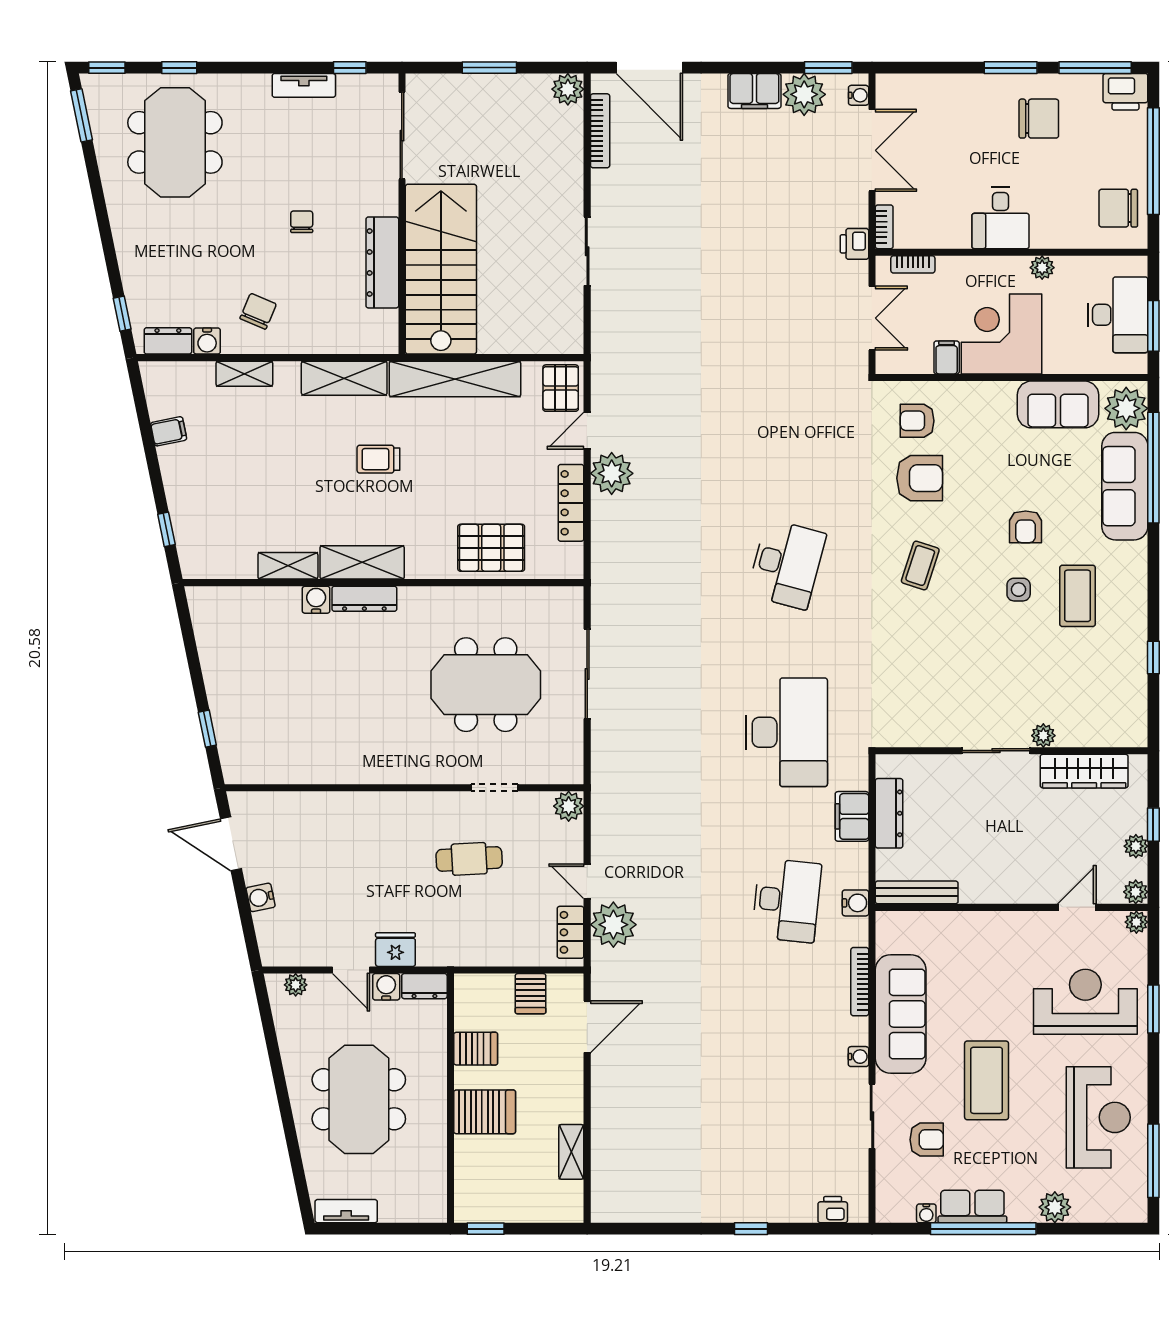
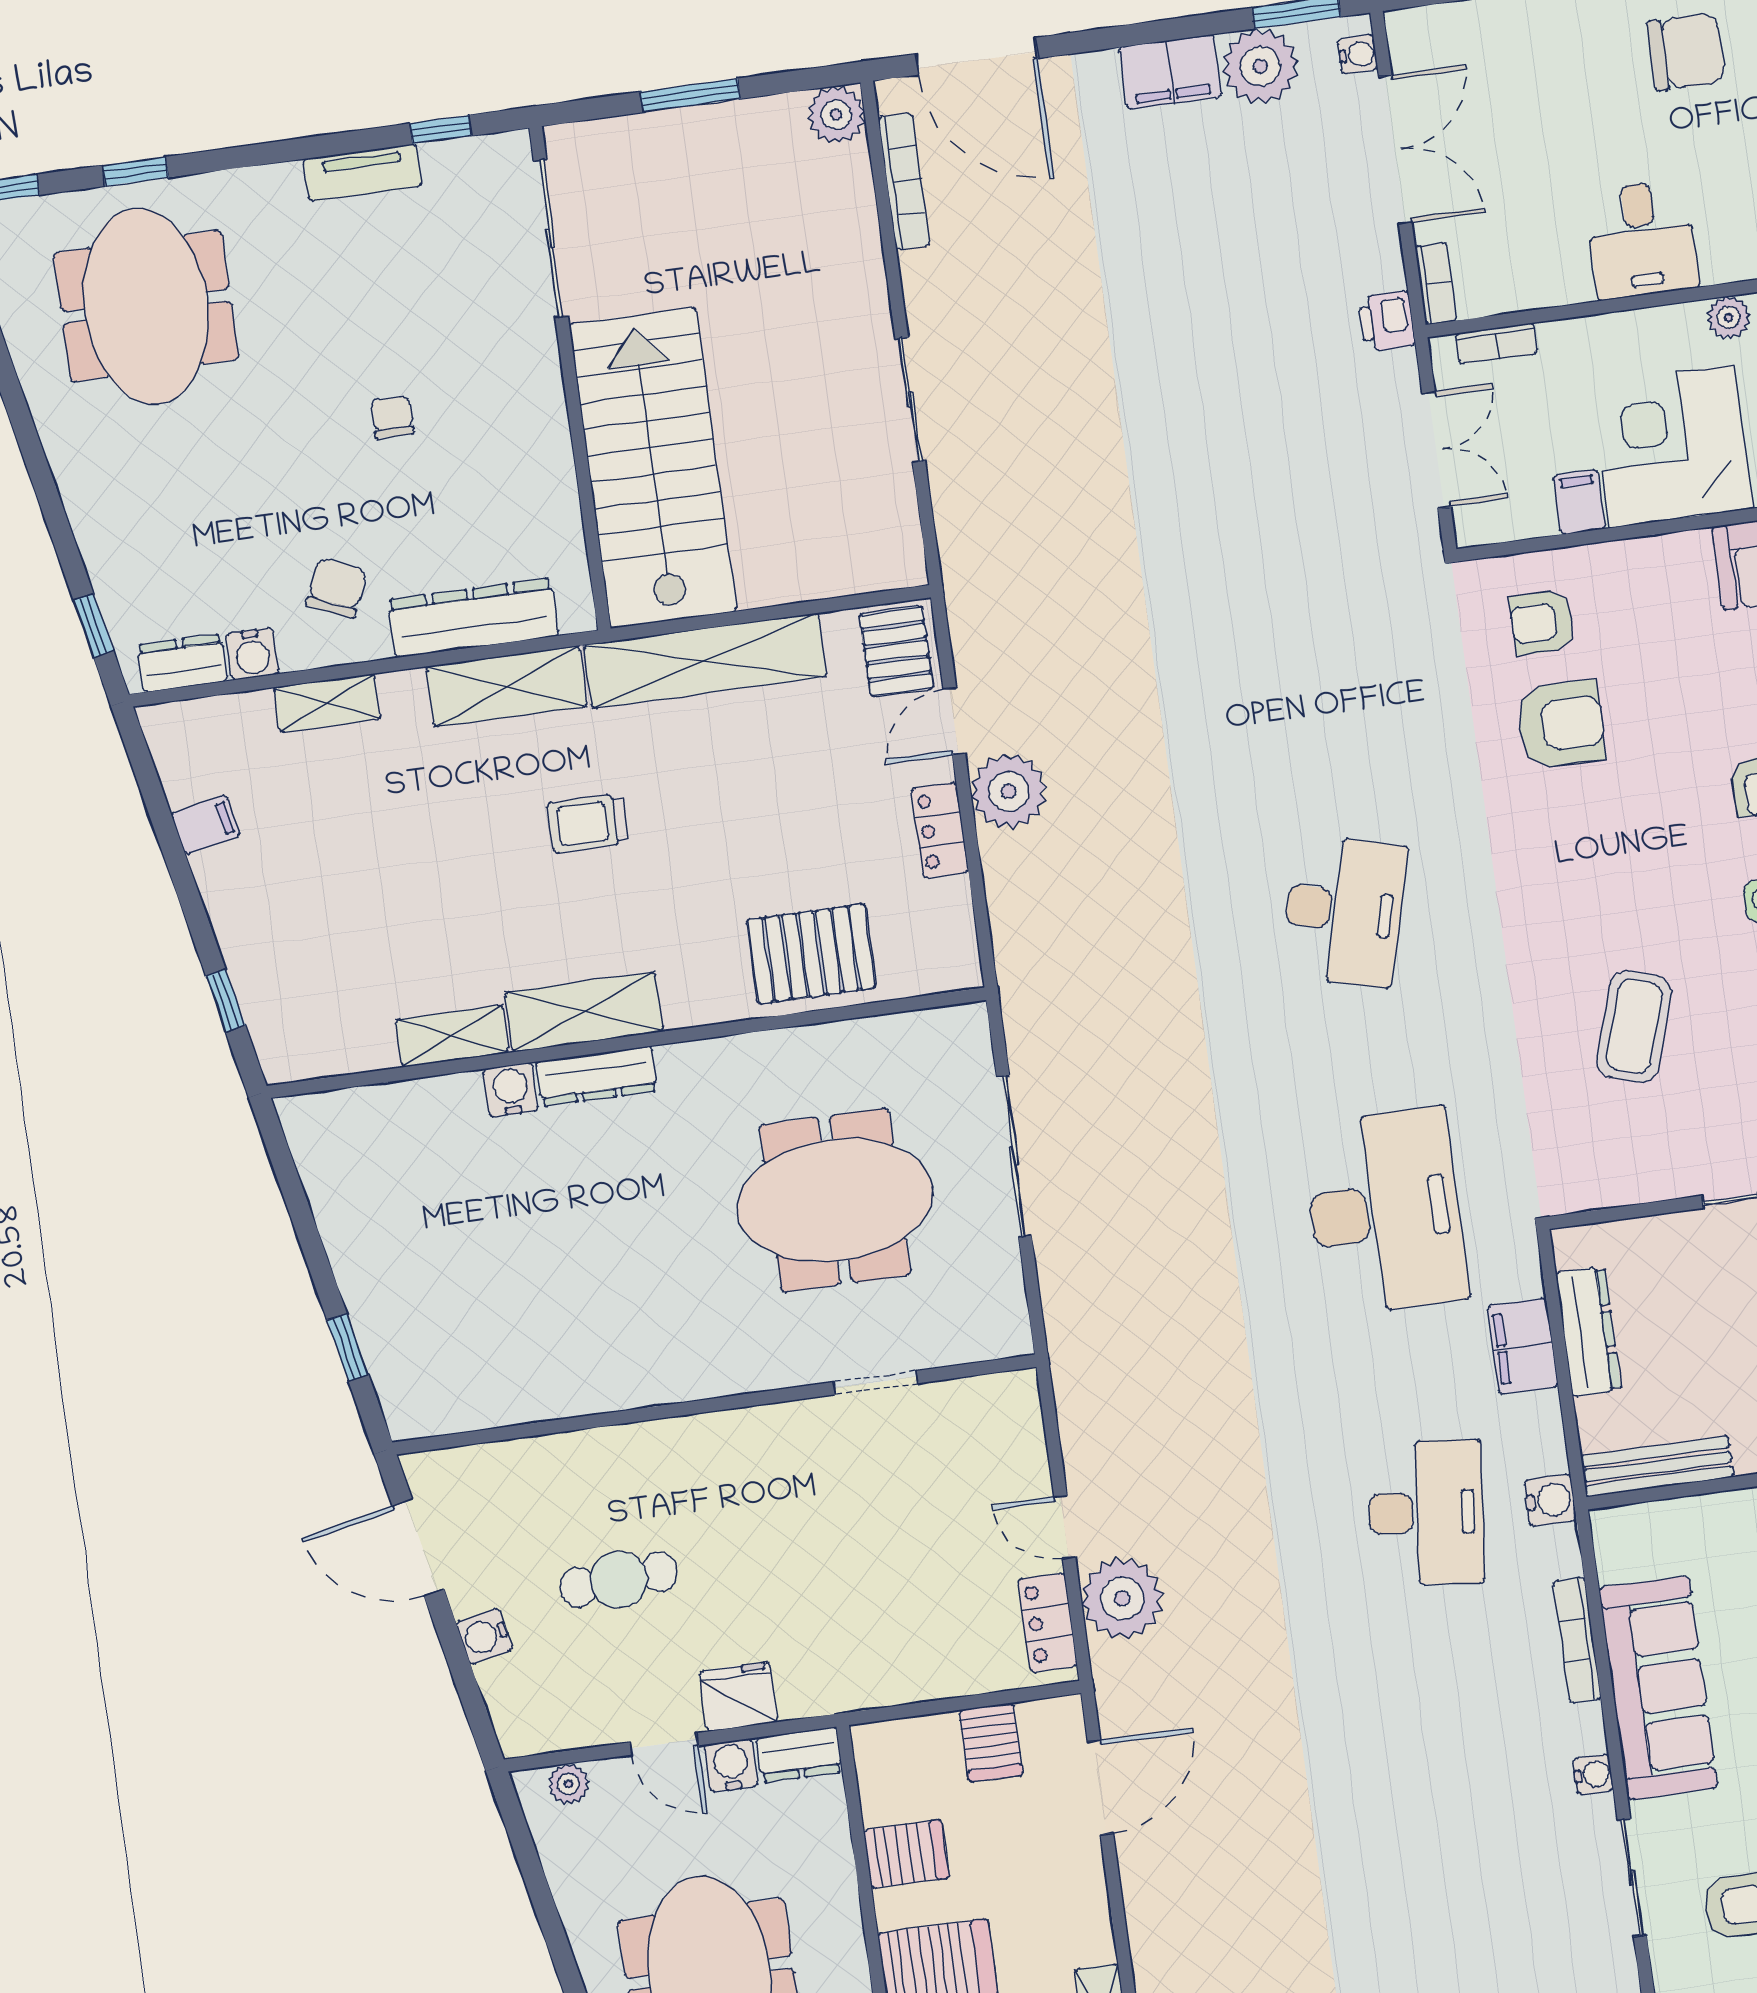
dresser: (382, 262) -> (473, 618), moved, turned 90
locker: (571, 503) -> (940, 830), width x0.66
coffee table: (920, 566) -> (1634, 1027), moved, width x1.36, depth x1.30
plant: (569, 806) -> (1013, 1397), removed
cafe table: (469, 859) -> (619, 1579), moved

